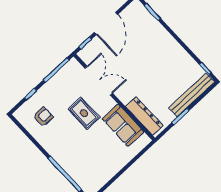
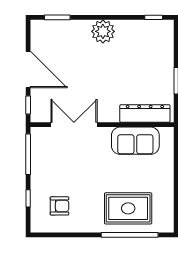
plant: (169, 46) -> (103, 31), added
bench: (192, 95) -> (166, 52), removed
rug: (84, 113) -> (128, 208), moved, width x1.36, depth x1.43
armchair: (43, 117) -> (60, 206), turned 90

